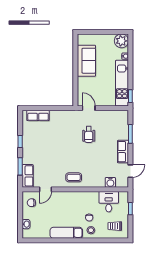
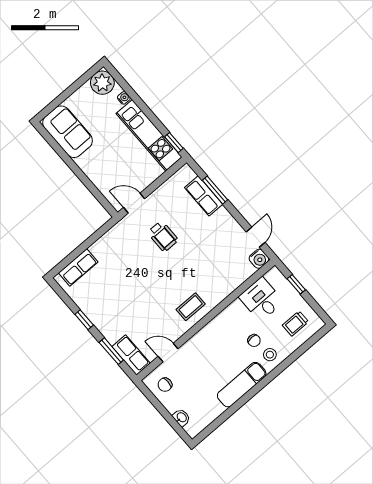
sofa: (86, 61) -> (68, 132), moved
row of seats: (123, 152) -> (204, 196), moved
water cooler: (110, 182) -> (259, 259), moved
door: (45, 189) -> (168, 353), swing flipped

